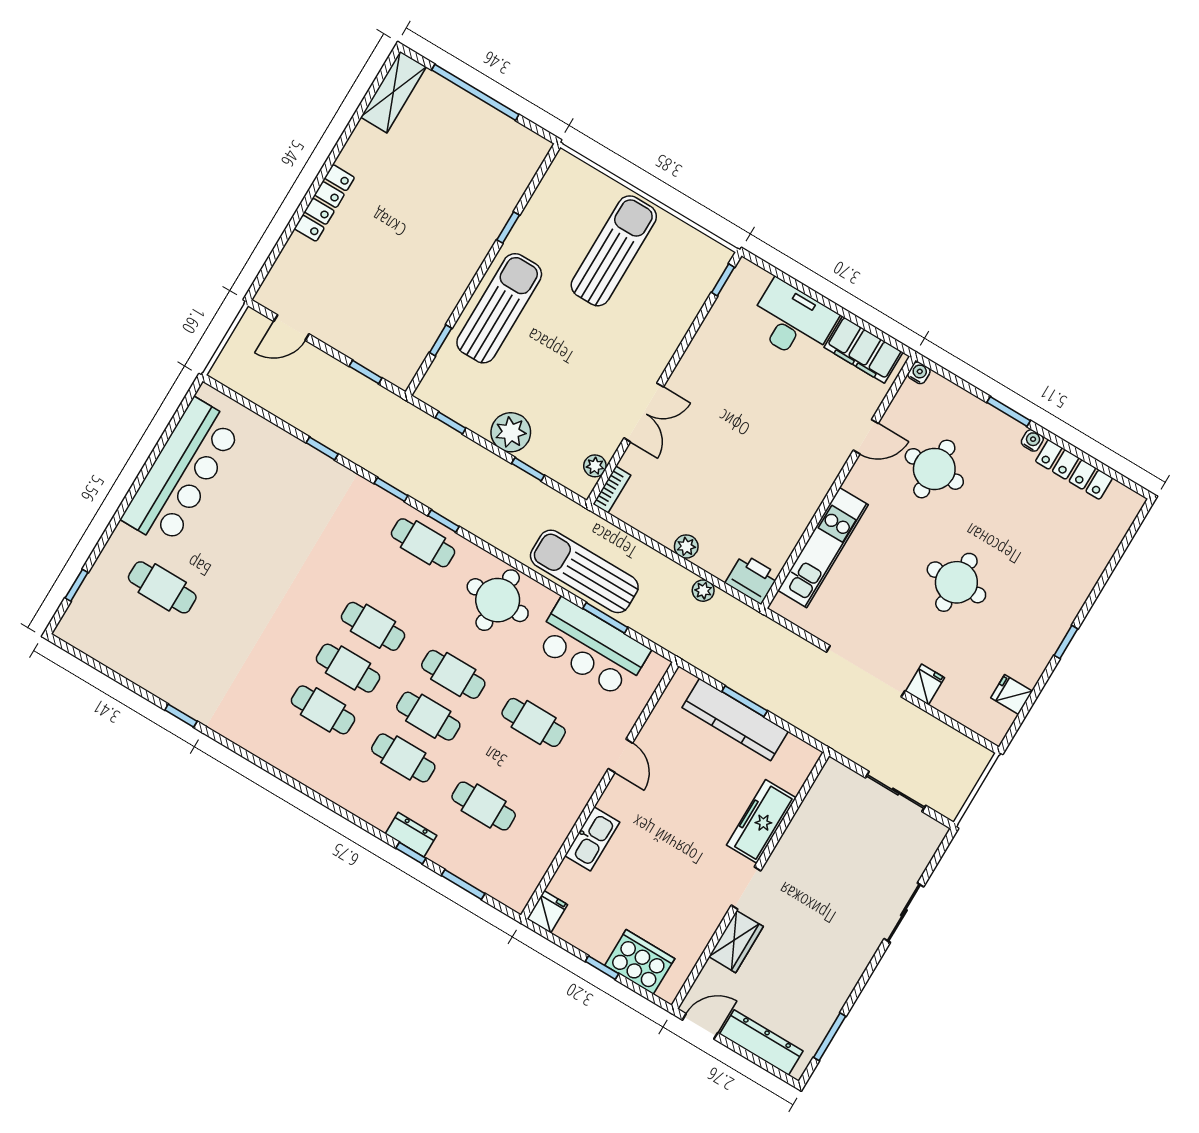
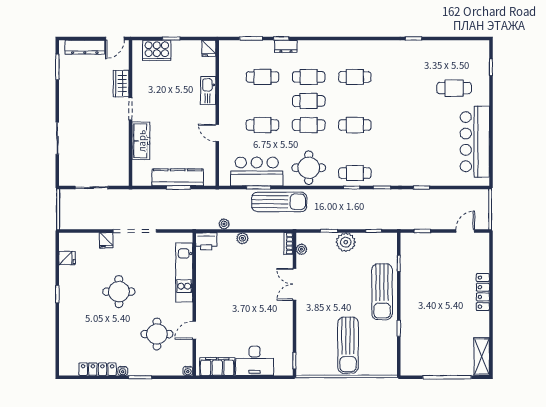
cafe table: (348, 668) -> (355, 101), removed

